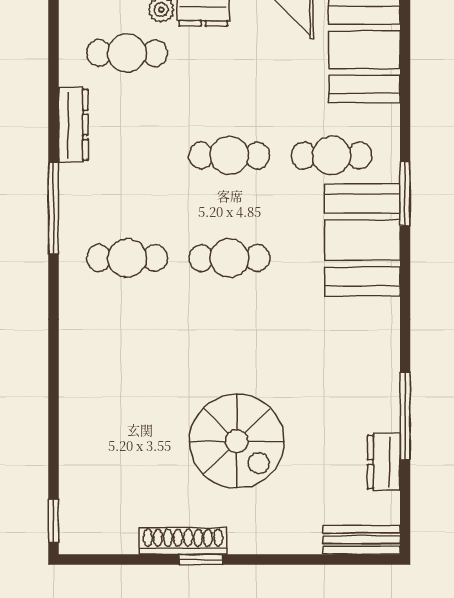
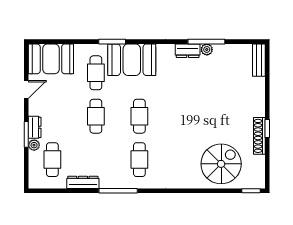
plant: (387, 417) -> (207, 50), added
spiral stairs: (237, 441) -> (221, 164), moved
dresser: (384, 462) -> (188, 51), moved

